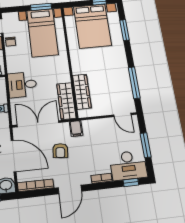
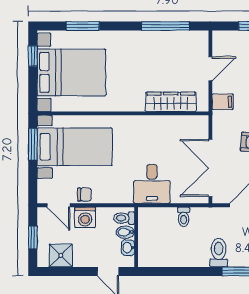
wardrobe: (66, 101) -> (182, 125), removed
door: (122, 115) -> (210, 69), moved
filing cabinet: (76, 129) -> (223, 102), moved

